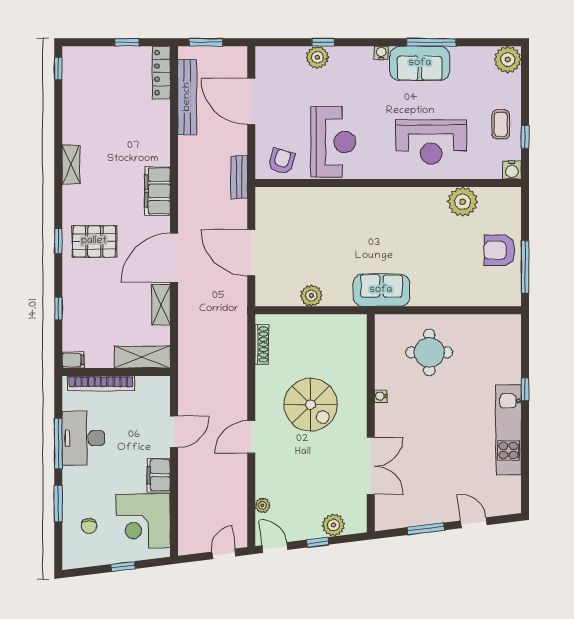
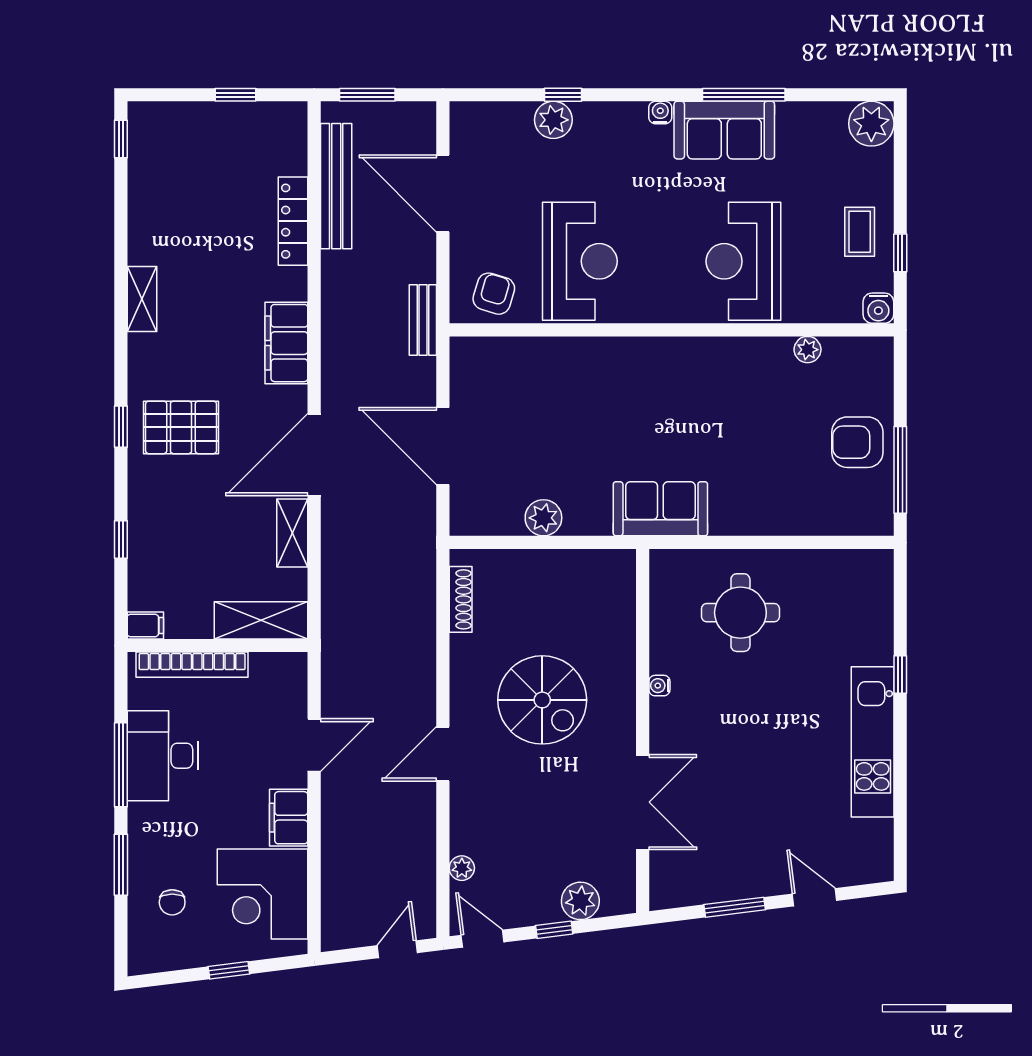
locker: (161, 73) -> (293, 221), moved
reception desk: (431, 142) -> (743, 261), turned 90
plant: (463, 202) -> (807, 350), width x0.53, depth x0.53

